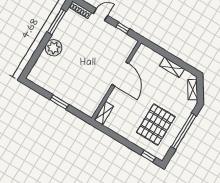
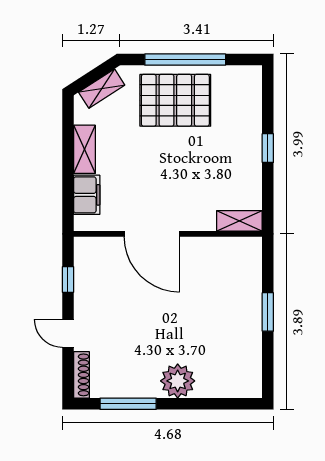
filing cabinet: (153, 57) -> (87, 195), added
door: (120, 74) -> (152, 234), swing flipped
pallet: (156, 125) -> (175, 100), moved
window: (148, 156) -> (268, 148), moved

